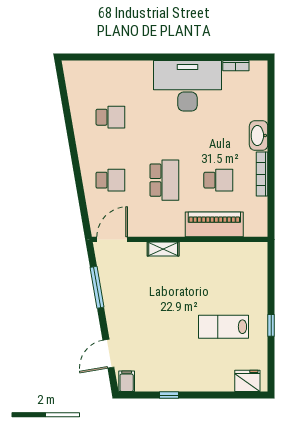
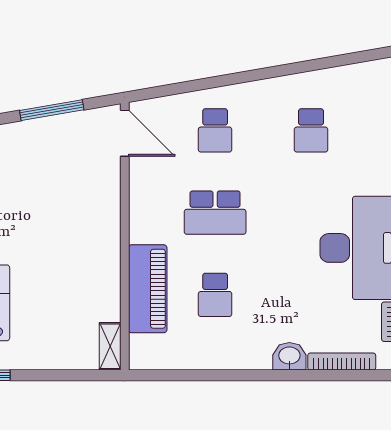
washbasin: (259, 136) -> (289, 356), width x0.72
bookcase: (262, 174) -> (342, 362), moved
shelving: (163, 249) -> (110, 346), moved

